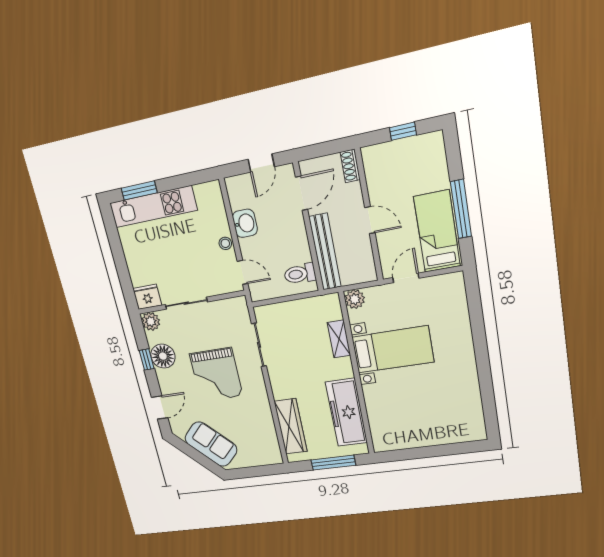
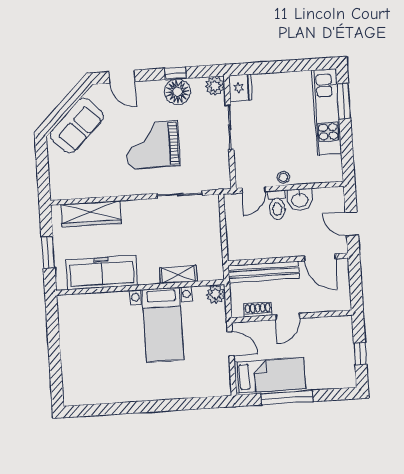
shoe rack: (350, 166) -> (258, 310), moved
toilet: (300, 274) -> (277, 205), moved, turned 180
window: (333, 463) -> (48, 253), width x0.69

